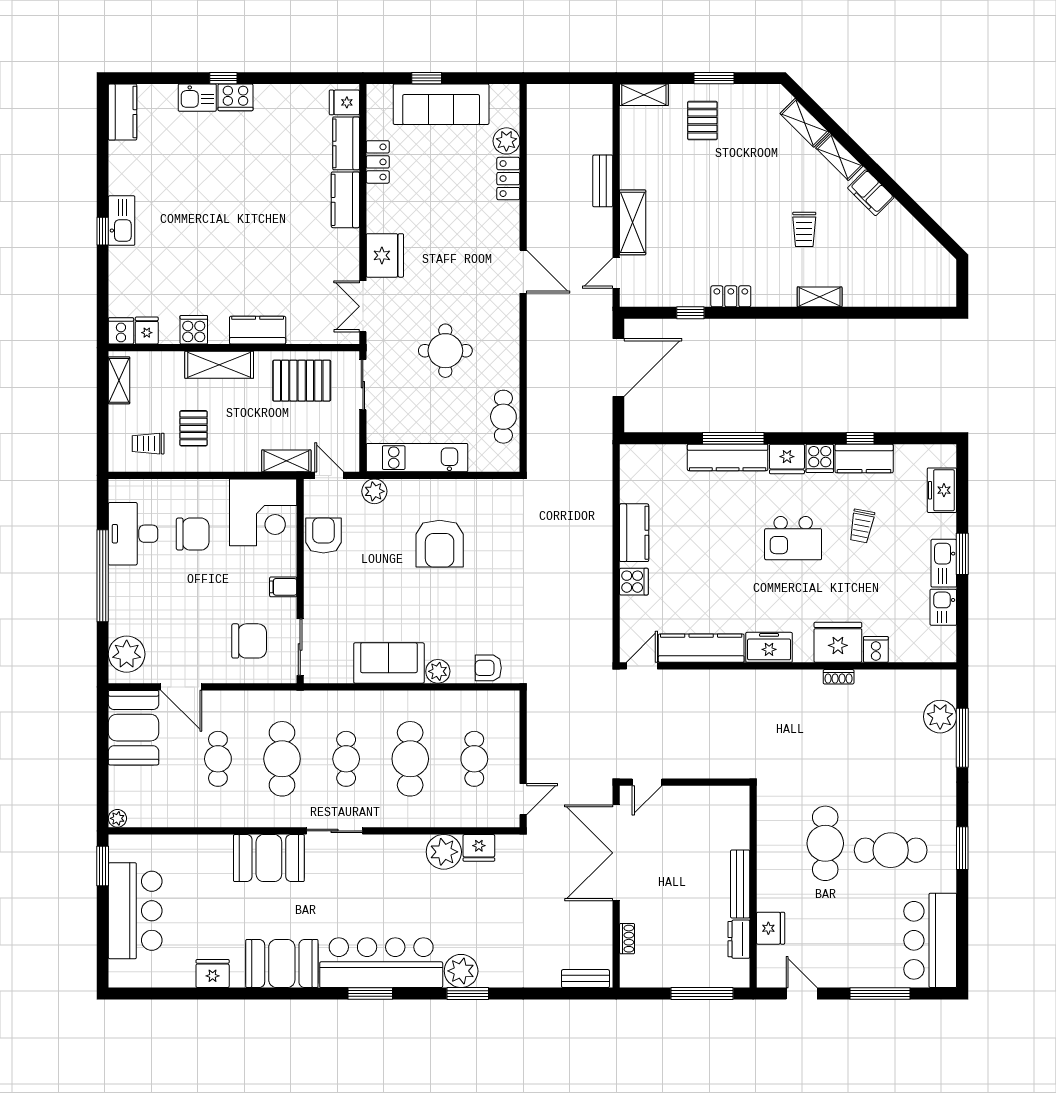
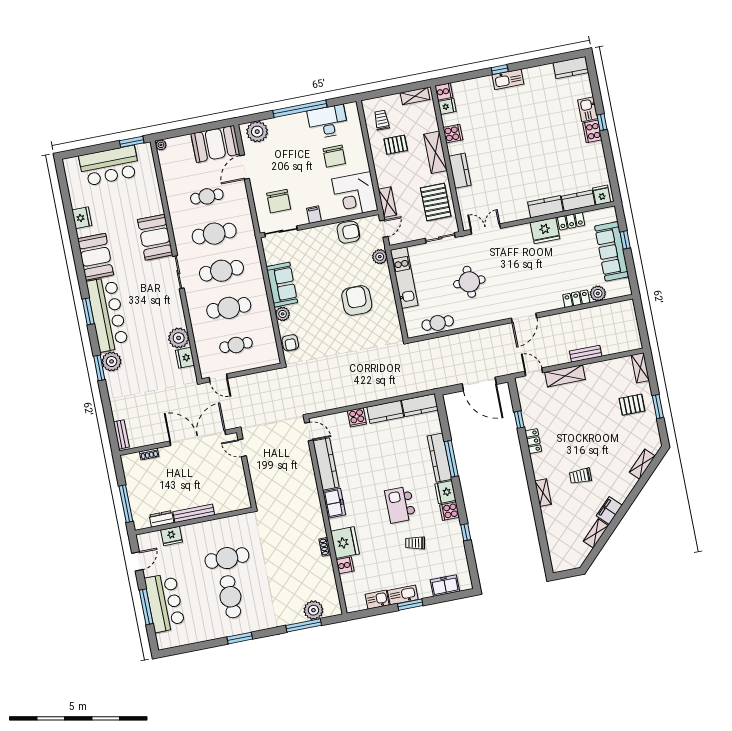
shelving: (839, 157) -> (596, 533), moved
fridge: (385, 255) -> (545, 231), moved
kitchen counter: (864, 458) -> (420, 405), moved, turned -90
armchair: (440, 544) -> (357, 300), turned 90
armchair: (488, 668) -> (290, 343), turned 180
cafe table: (346, 759) -> (221, 271), width x1.37, depth x1.35
bar counter: (930, 940) -> (165, 603), moved, turned 90

